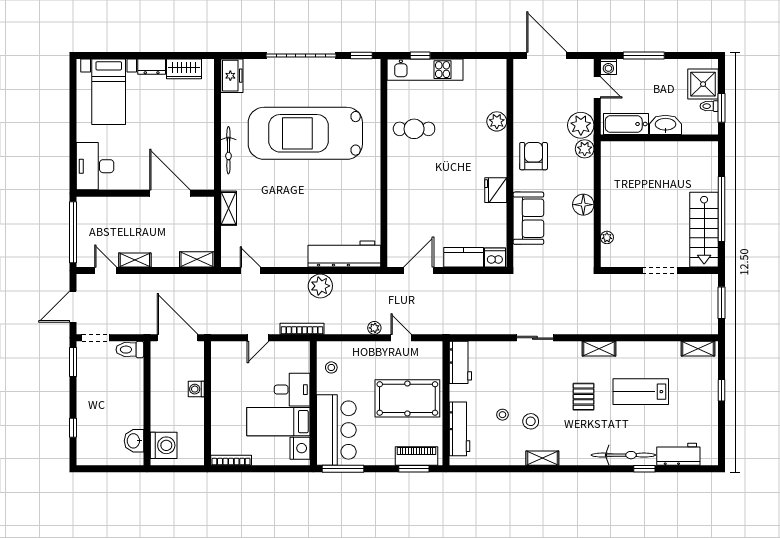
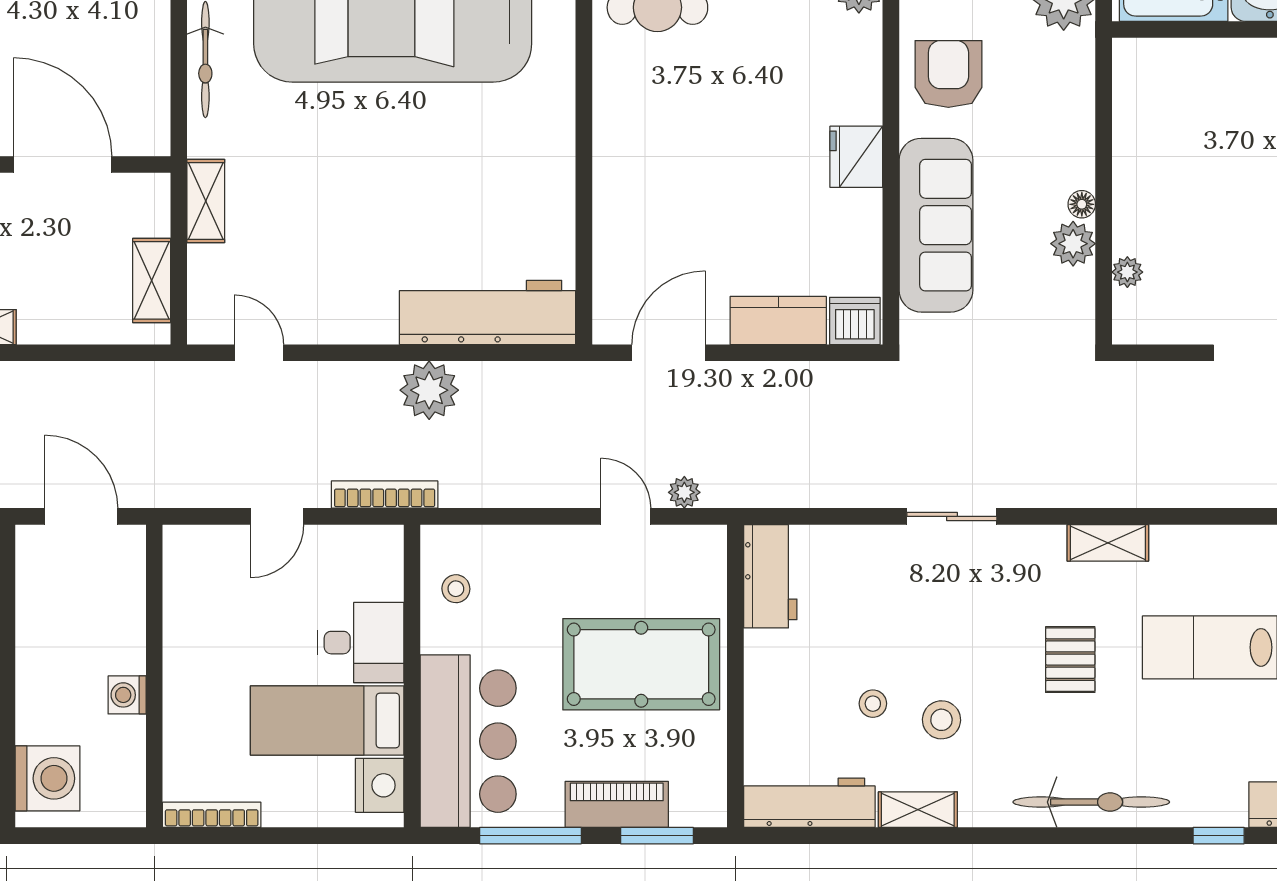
plant: (585, 149) -> (1073, 244), moved
floor lamp: (583, 205) -> (1082, 204), width x0.53, depth x0.53
sofa: (528, 218) -> (936, 225), width x1.36
shelving: (197, 259) -> (152, 280), moved, turned 90
plant: (374, 328) -> (684, 492), moved
door: (177, 338) -> (81, 516), width x0.73
washing machine: (196, 389) -> (127, 695), moved
workbench: (460, 429) -> (809, 803), moved, turned -90
bicycle: (623, 455) -> (1091, 802), moved
piano: (417, 456) -> (617, 804), moved
shelving: (542, 458) -> (918, 810), moved
window: (343, 469) -> (530, 836), moved

